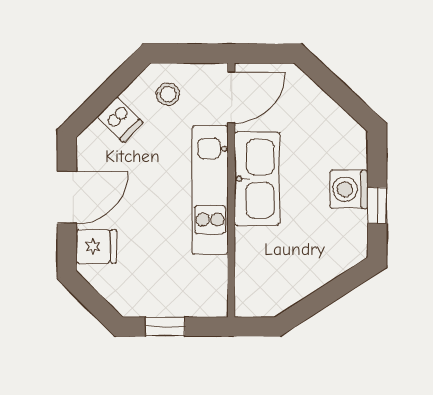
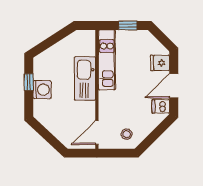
dishwasher: (120, 120) -> (161, 106), moved, turned -45
kitchen sink: (257, 179) -> (85, 78), moved
kitchen unit: (210, 190) -> (107, 60), moved

